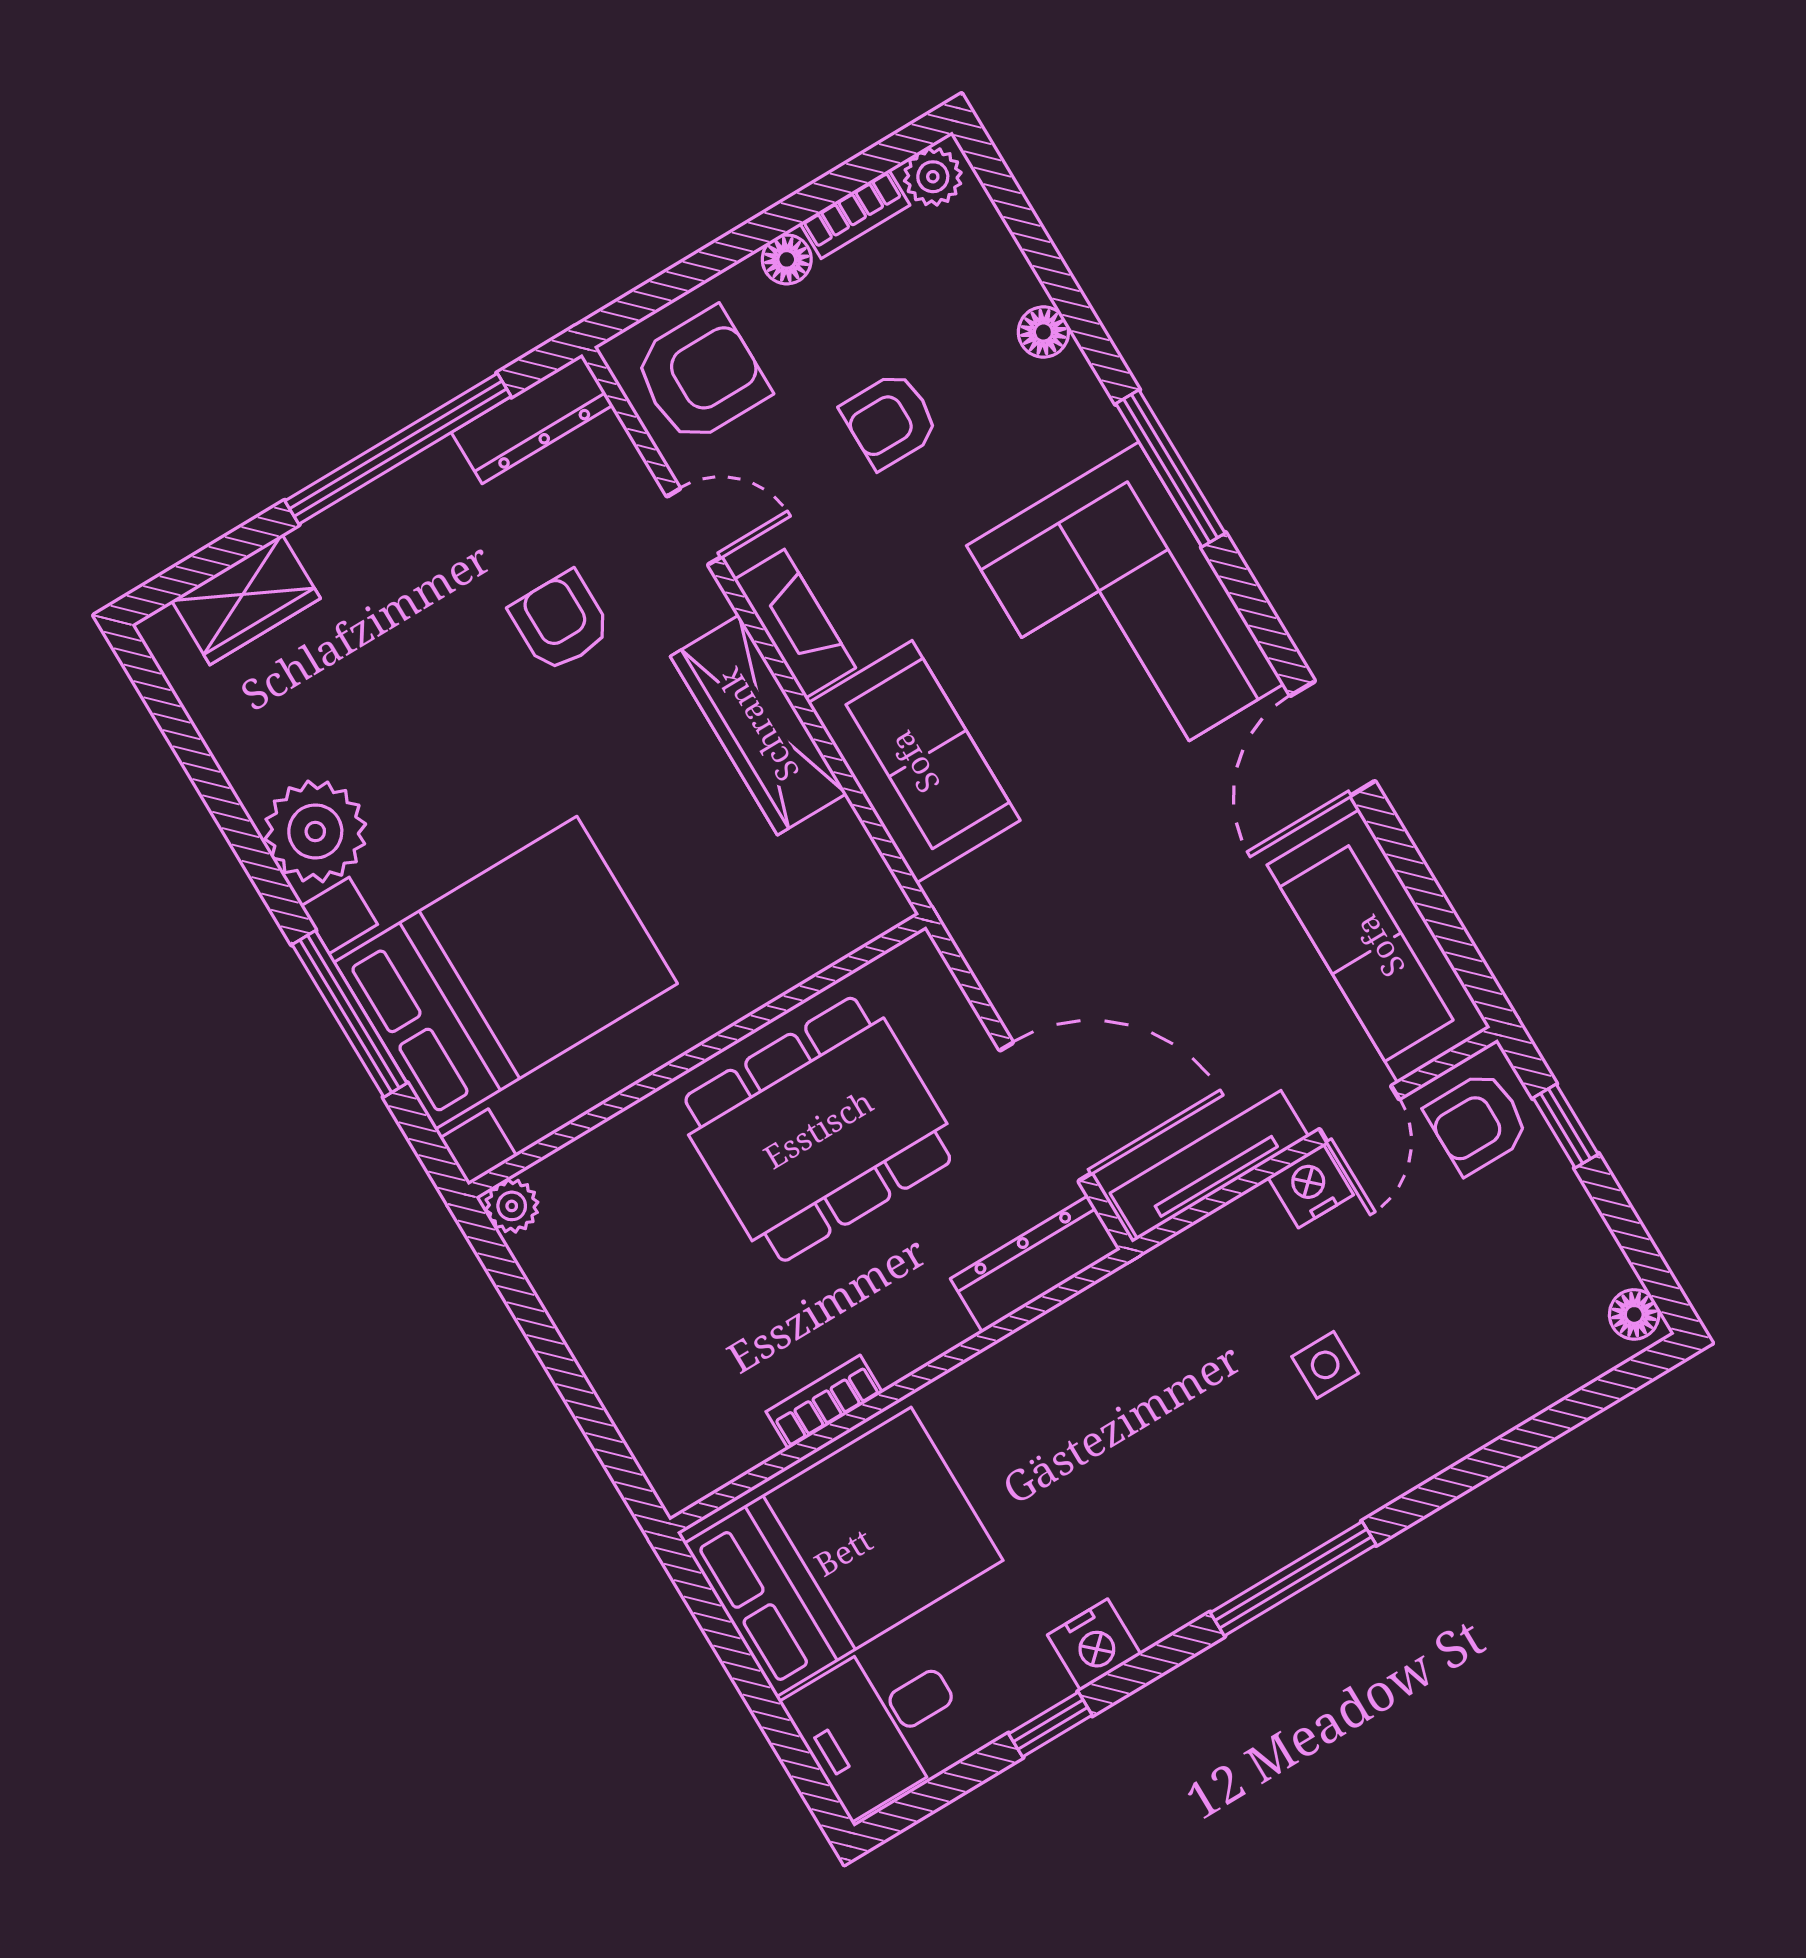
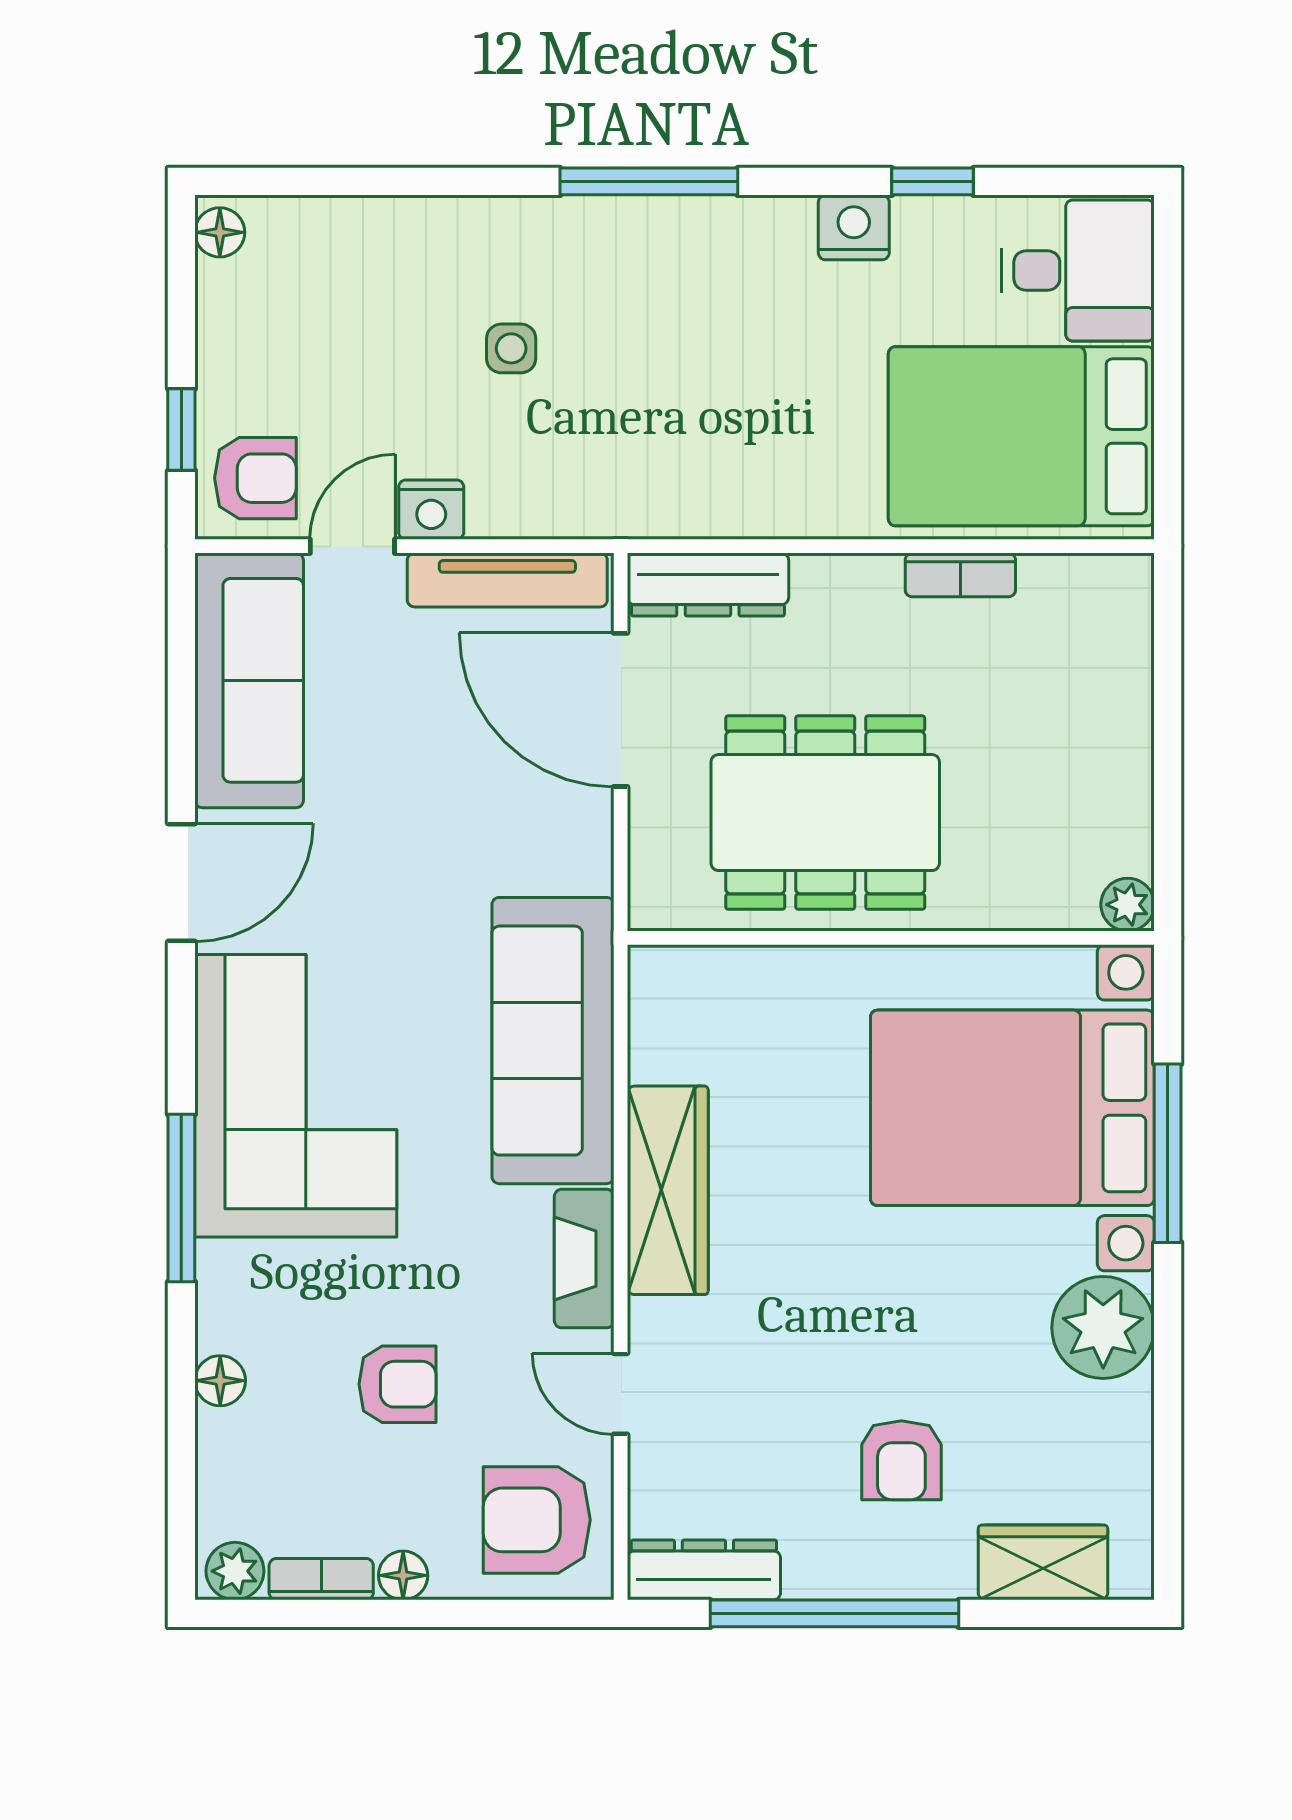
armchair: (561, 622) -> (901, 1460), moved
sofa: (914, 762) -> (553, 1041), width x1.36

